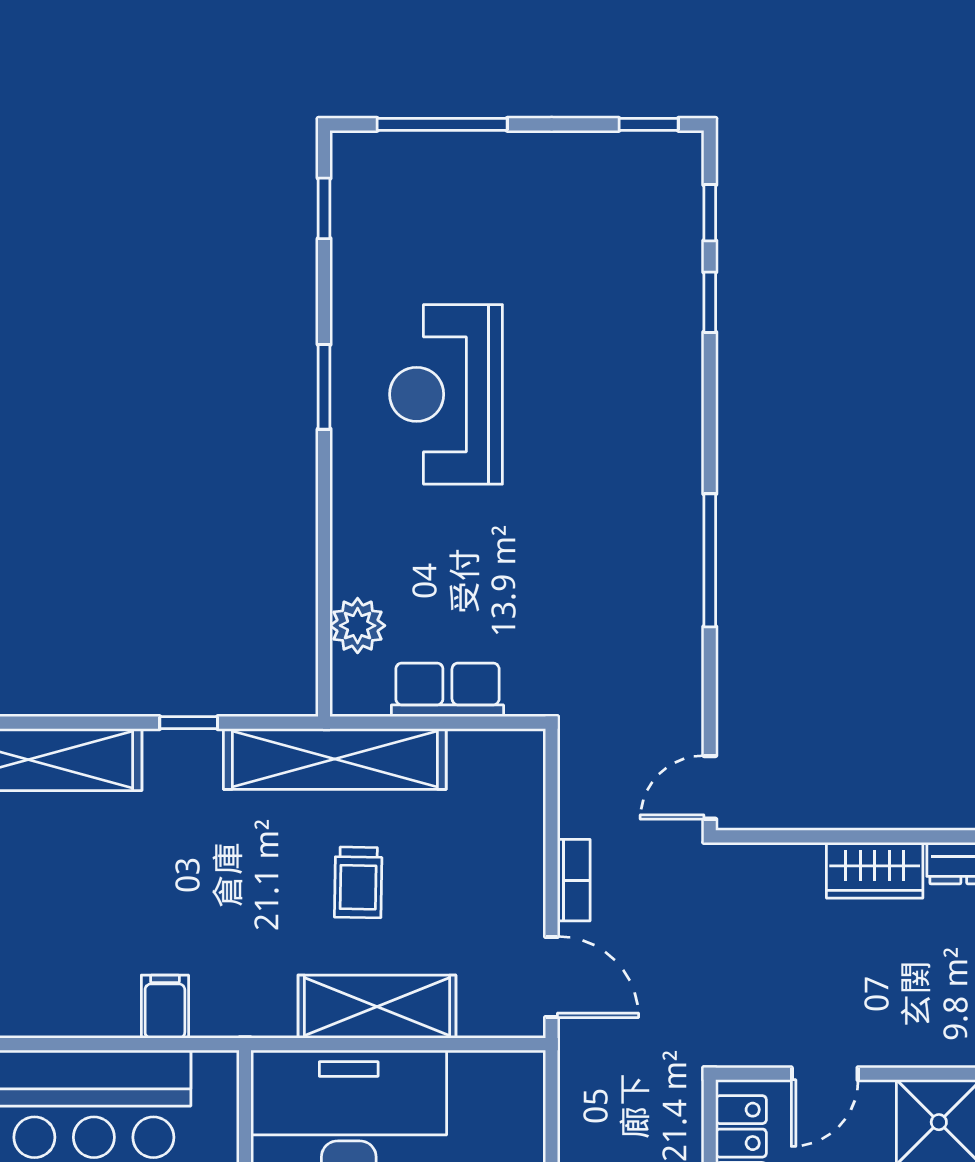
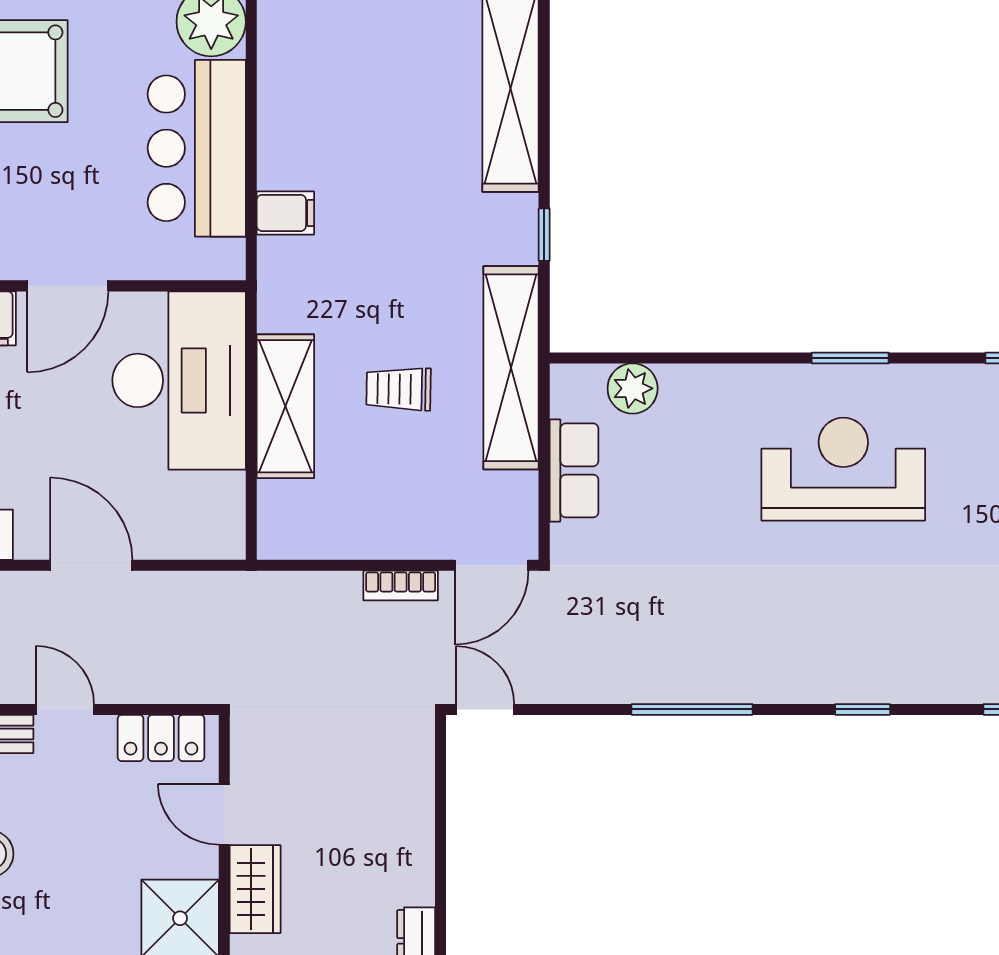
window: (710, 302) -> (863, 709), moved
wardrobe: (875, 870) -> (255, 889), moved, turned 180
door: (552, 977) -> (492, 565), moved

